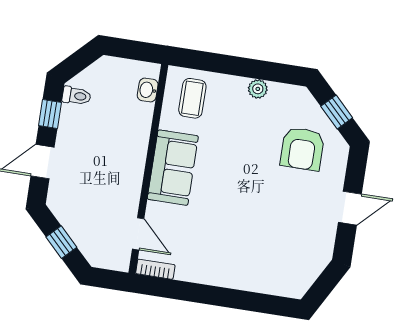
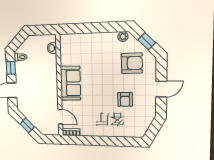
plant: (258, 89) -> (123, 37), moved
coffee table: (192, 98) -> (74, 48), removed
armchair: (302, 149) -> (132, 63), turned -91
armchair: (278, 218) -> (125, 99), added

